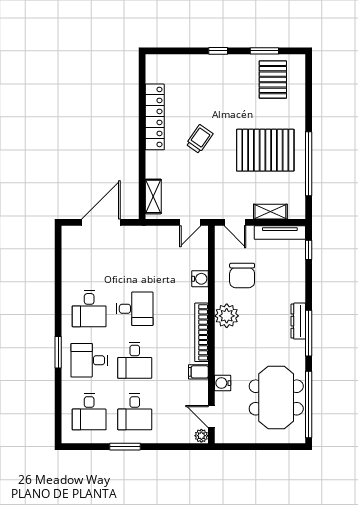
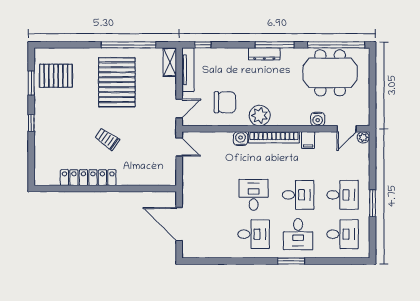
shelving: (153, 196) -> (157, 179), removed
shelving: (270, 212) -> (170, 62), moved
water cooler: (200, 279) -> (241, 139), moved

